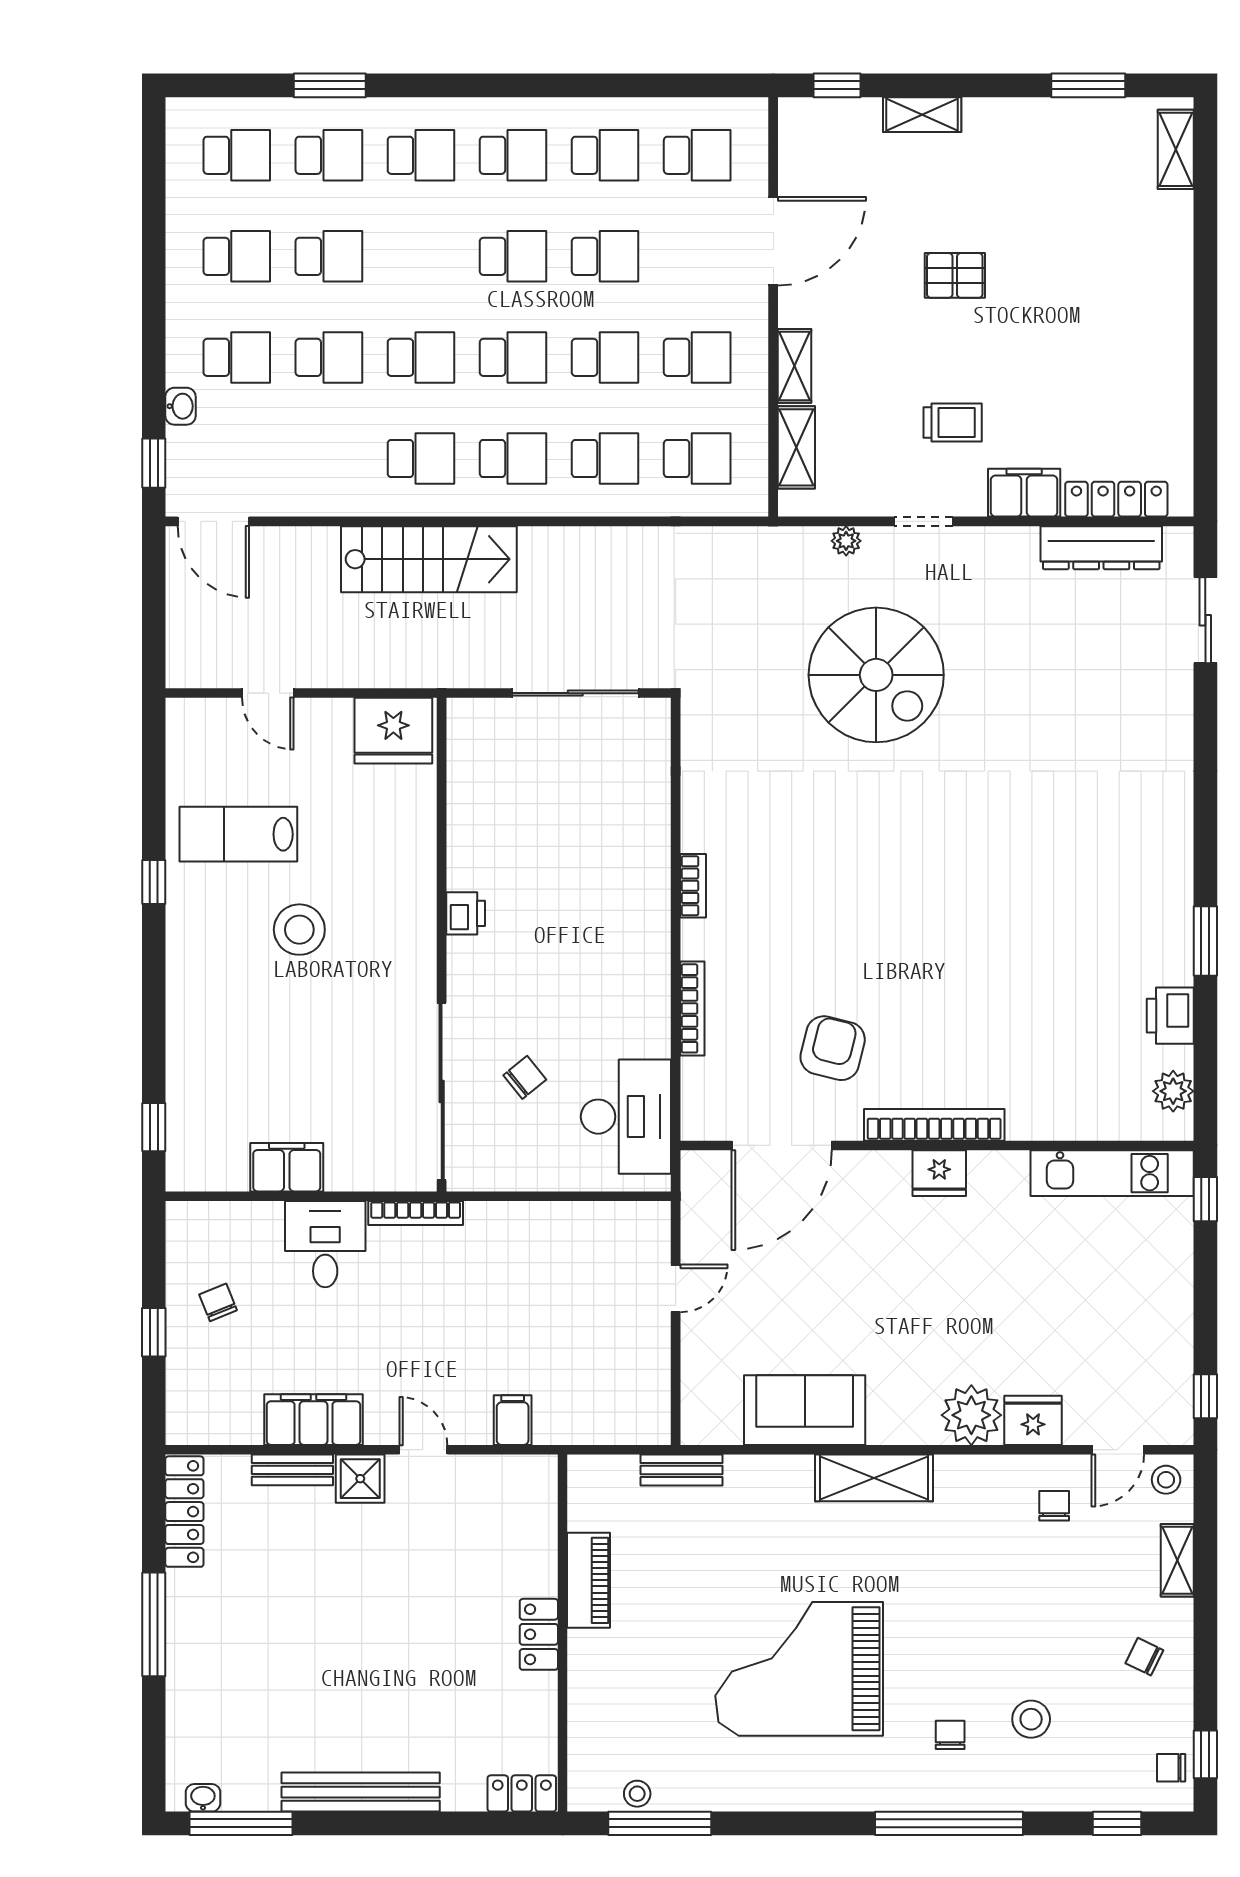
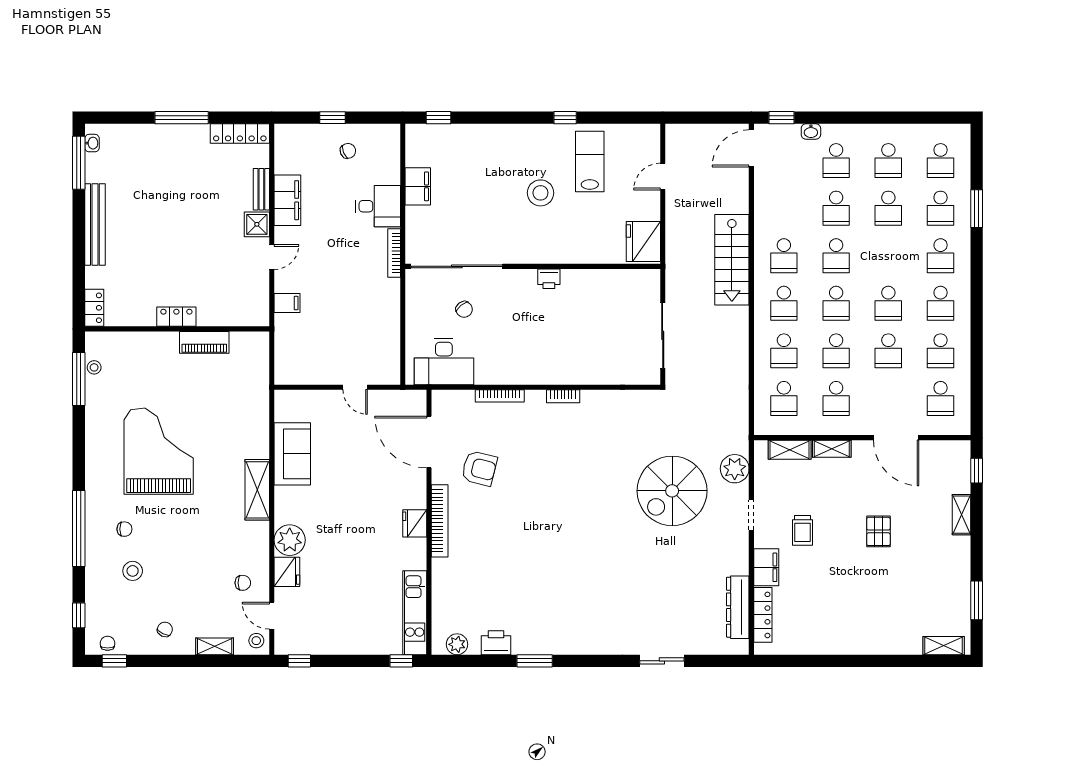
plant: (846, 541) -> (735, 469), width x1.87, depth x1.87
sliding door: (1205, 620) -> (662, 661), moved
bench: (681, 1470) -> (261, 390), removed

